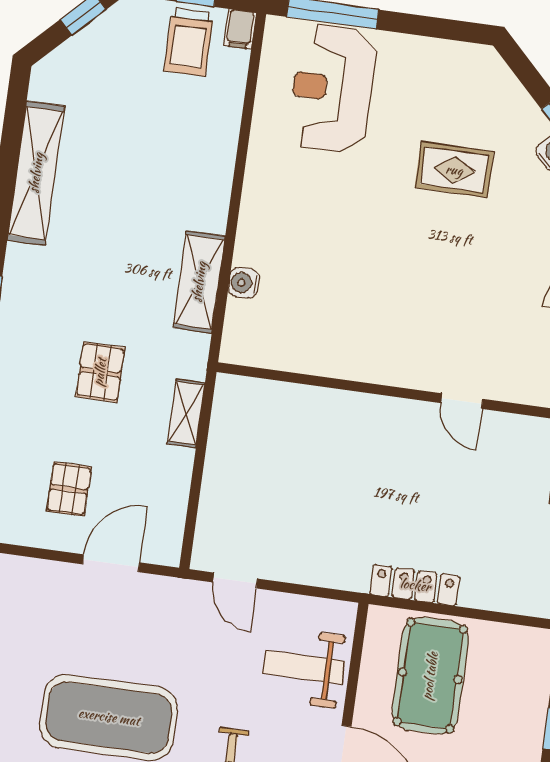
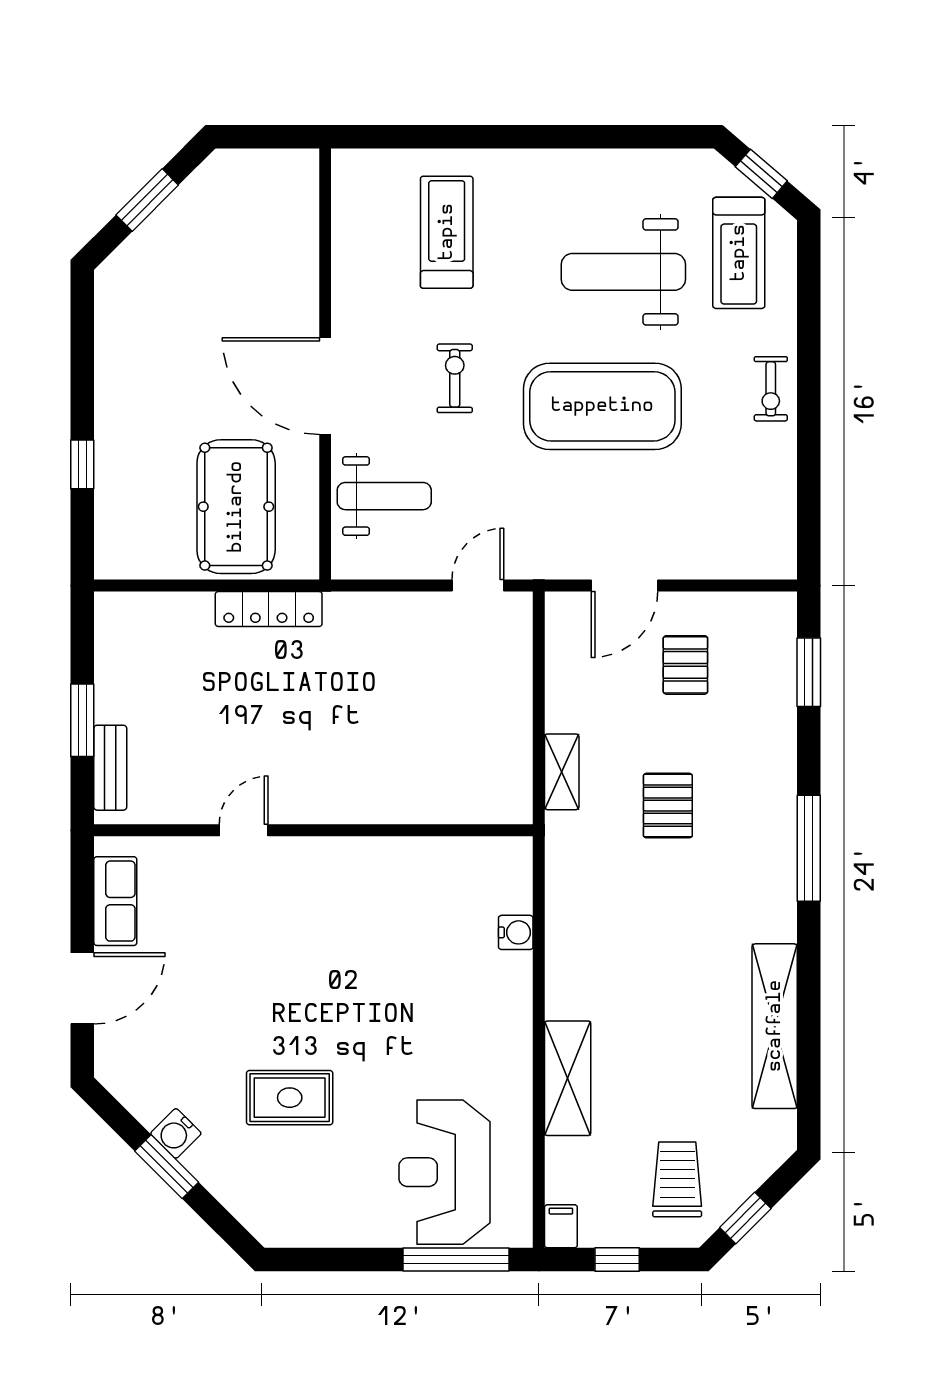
trolley: (189, 42) -> (677, 1179), moved
reception desk: (332, 88) -> (444, 1172), turned 180
shelving: (199, 282) -> (568, 1078), moved
door: (462, 401) -> (244, 830), hinge flipped
door: (235, 581) -> (478, 586), hinge flipped

